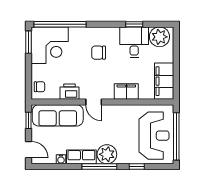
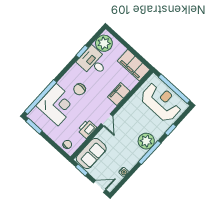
corner desk: (50, 45) -> (57, 105), moved
door: (94, 102) -> (107, 120), hinge flipped
sofa: (58, 115) -> (91, 153), width x0.73
row of seats: (81, 157) -> (134, 158), removed

